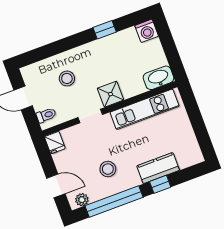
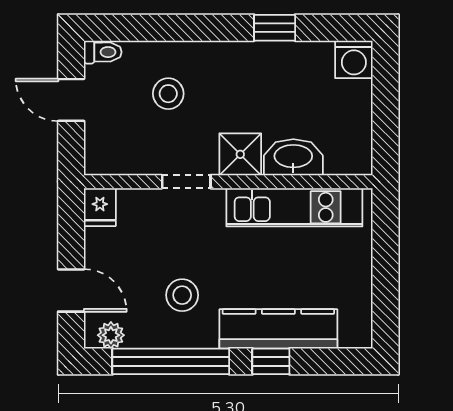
washbasin: (158, 78) -> (293, 157), moved
toilet: (46, 115) -> (103, 52), moved
kitchen counter: (158, 168) -> (278, 329), width x1.50

